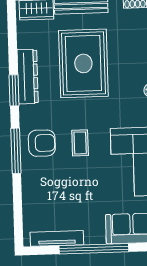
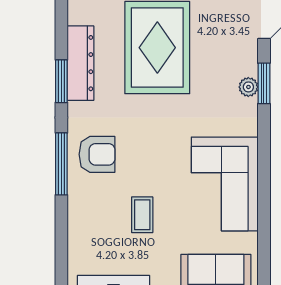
coffee table: (80, 143) -> (142, 215), moved

